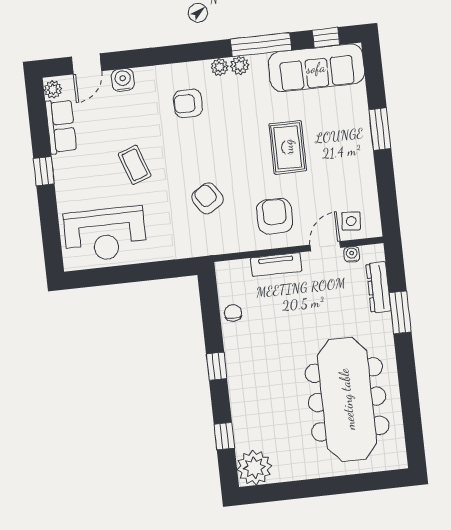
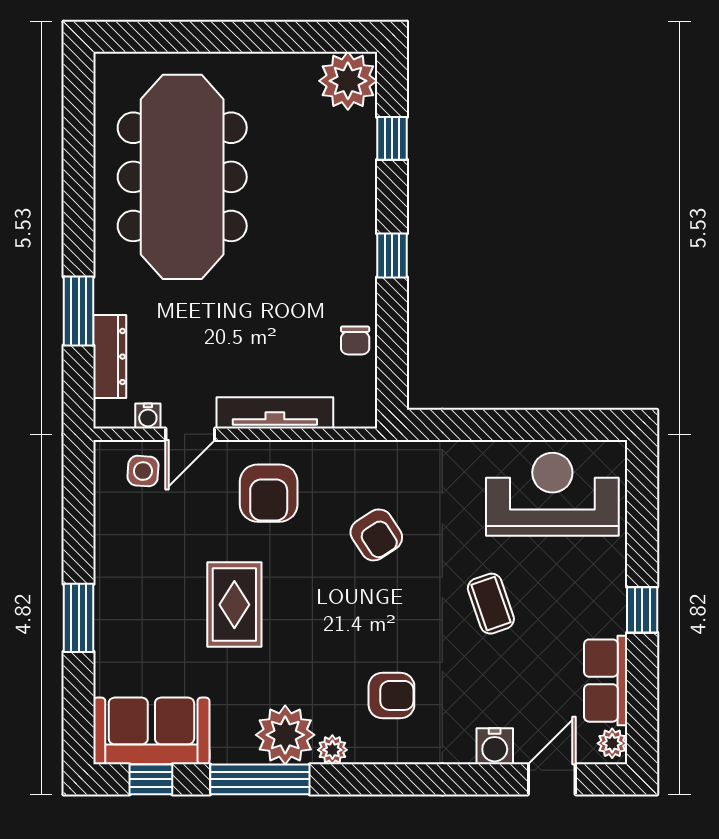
plant: (240, 66) -> (285, 735), width x1.88, depth x1.88
sofa: (316, 68) -> (151, 731), width x0.73
tv unit: (276, 265) -> (275, 413), width x1.41

